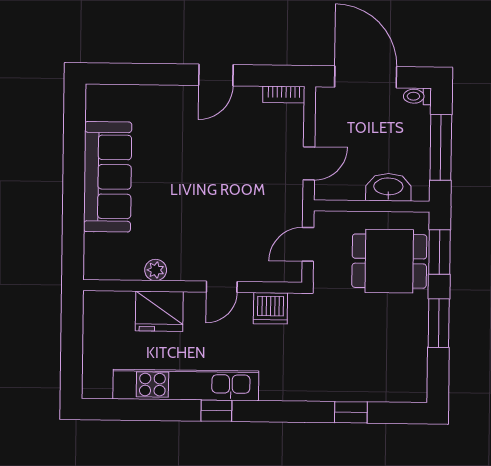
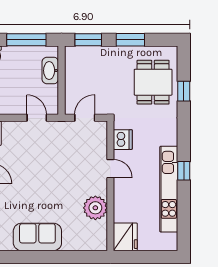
sofa: (108, 177) -> (37, 237), width x0.73
door: (308, 244) -> (85, 118), swing flipped
dining table: (389, 261) -> (153, 82), moved
plant: (156, 270) -> (95, 208), width x1.87, depth x1.87
fridge: (159, 311) -> (125, 237), moved

